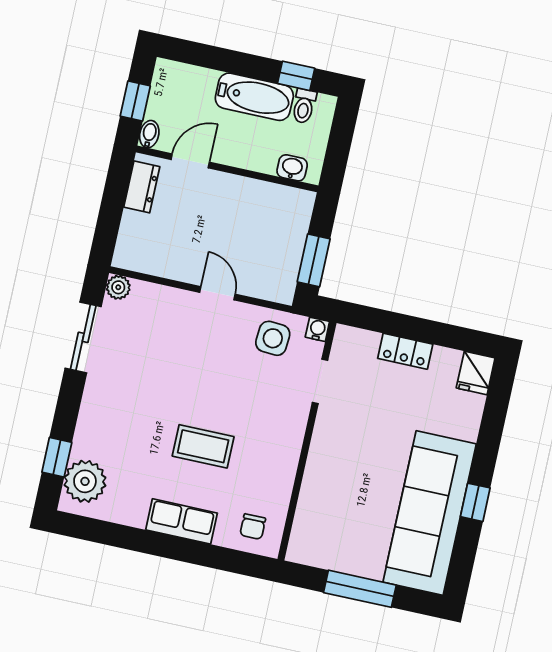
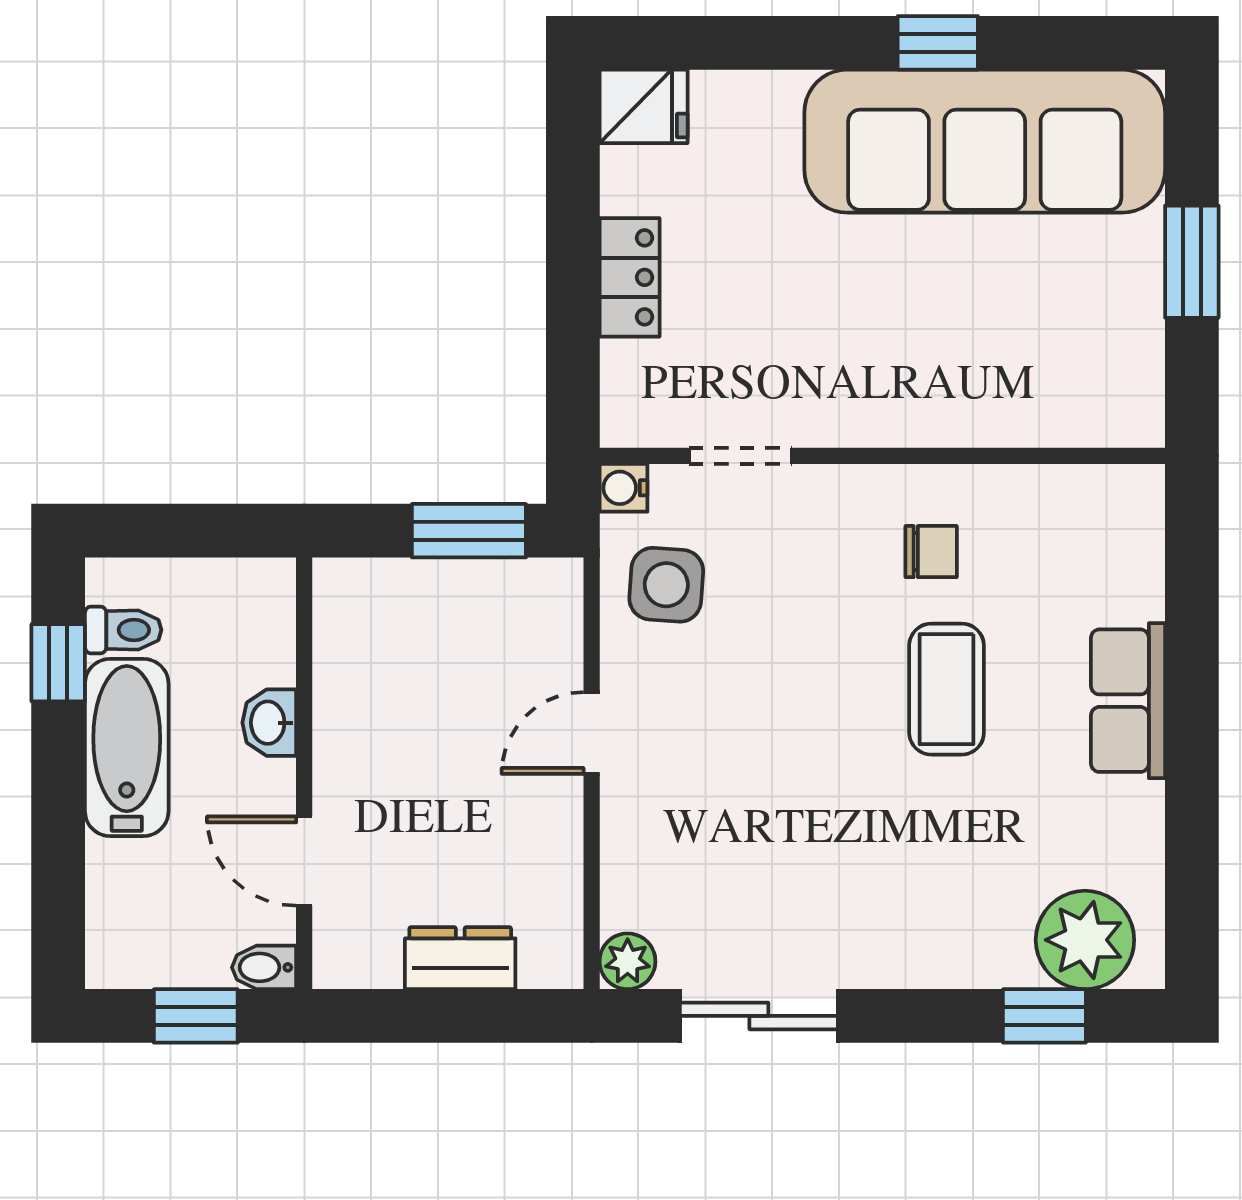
washbasin: (292, 168) -> (269, 723), moved
dresser: (142, 187) -> (460, 958), moved
chair: (253, 527) -> (931, 552), moved
window: (360, 589) -> (1192, 262), width x0.69

